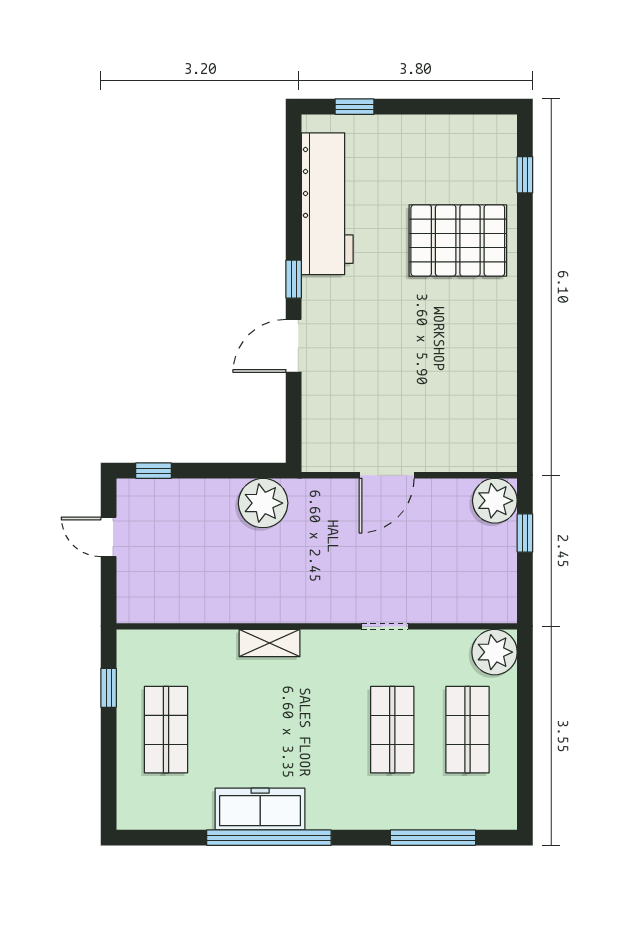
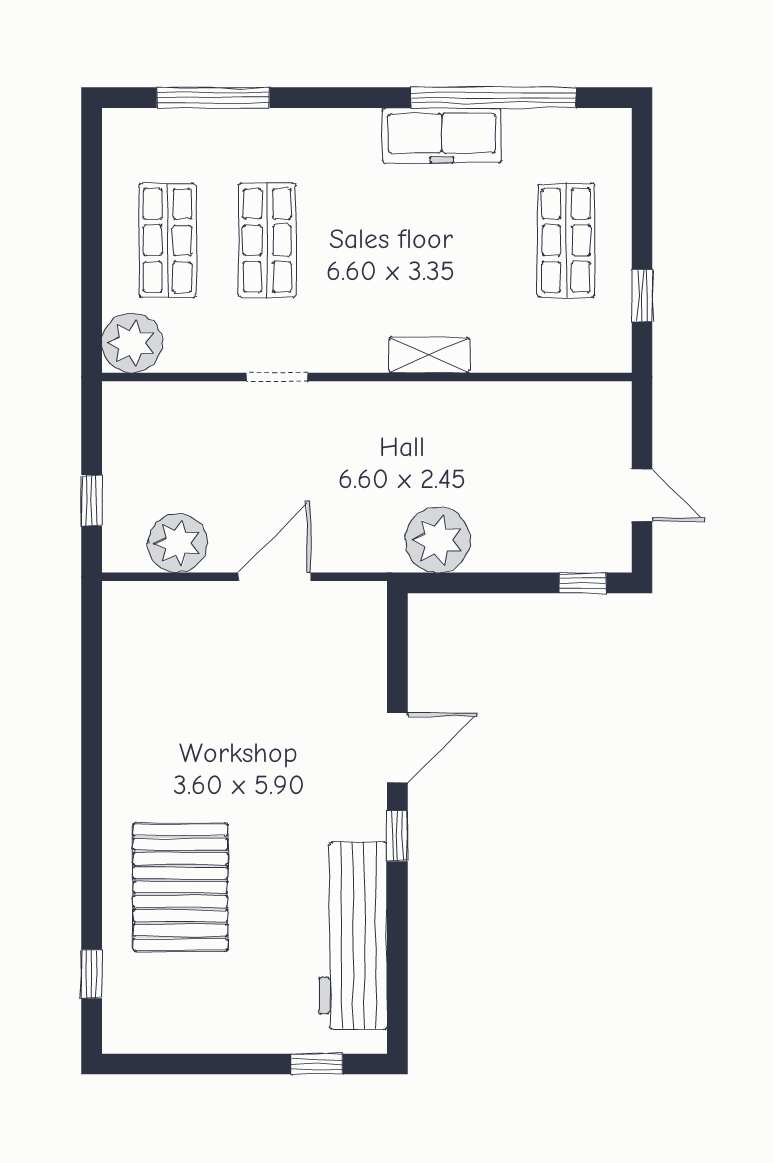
pallet: (458, 240) -> (180, 887), turned 90
plant: (495, 501) -> (178, 543), moved
window: (269, 838) -> (494, 98), moved

